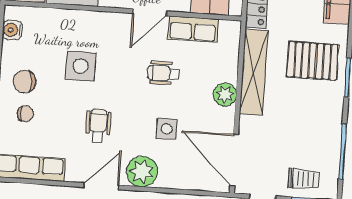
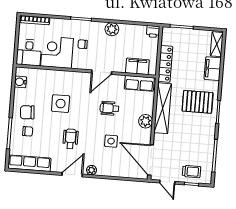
row of seats: (193, 29) -> (139, 83), moved
plant: (142, 172) -> (92, 170), width x0.53, depth x0.53

